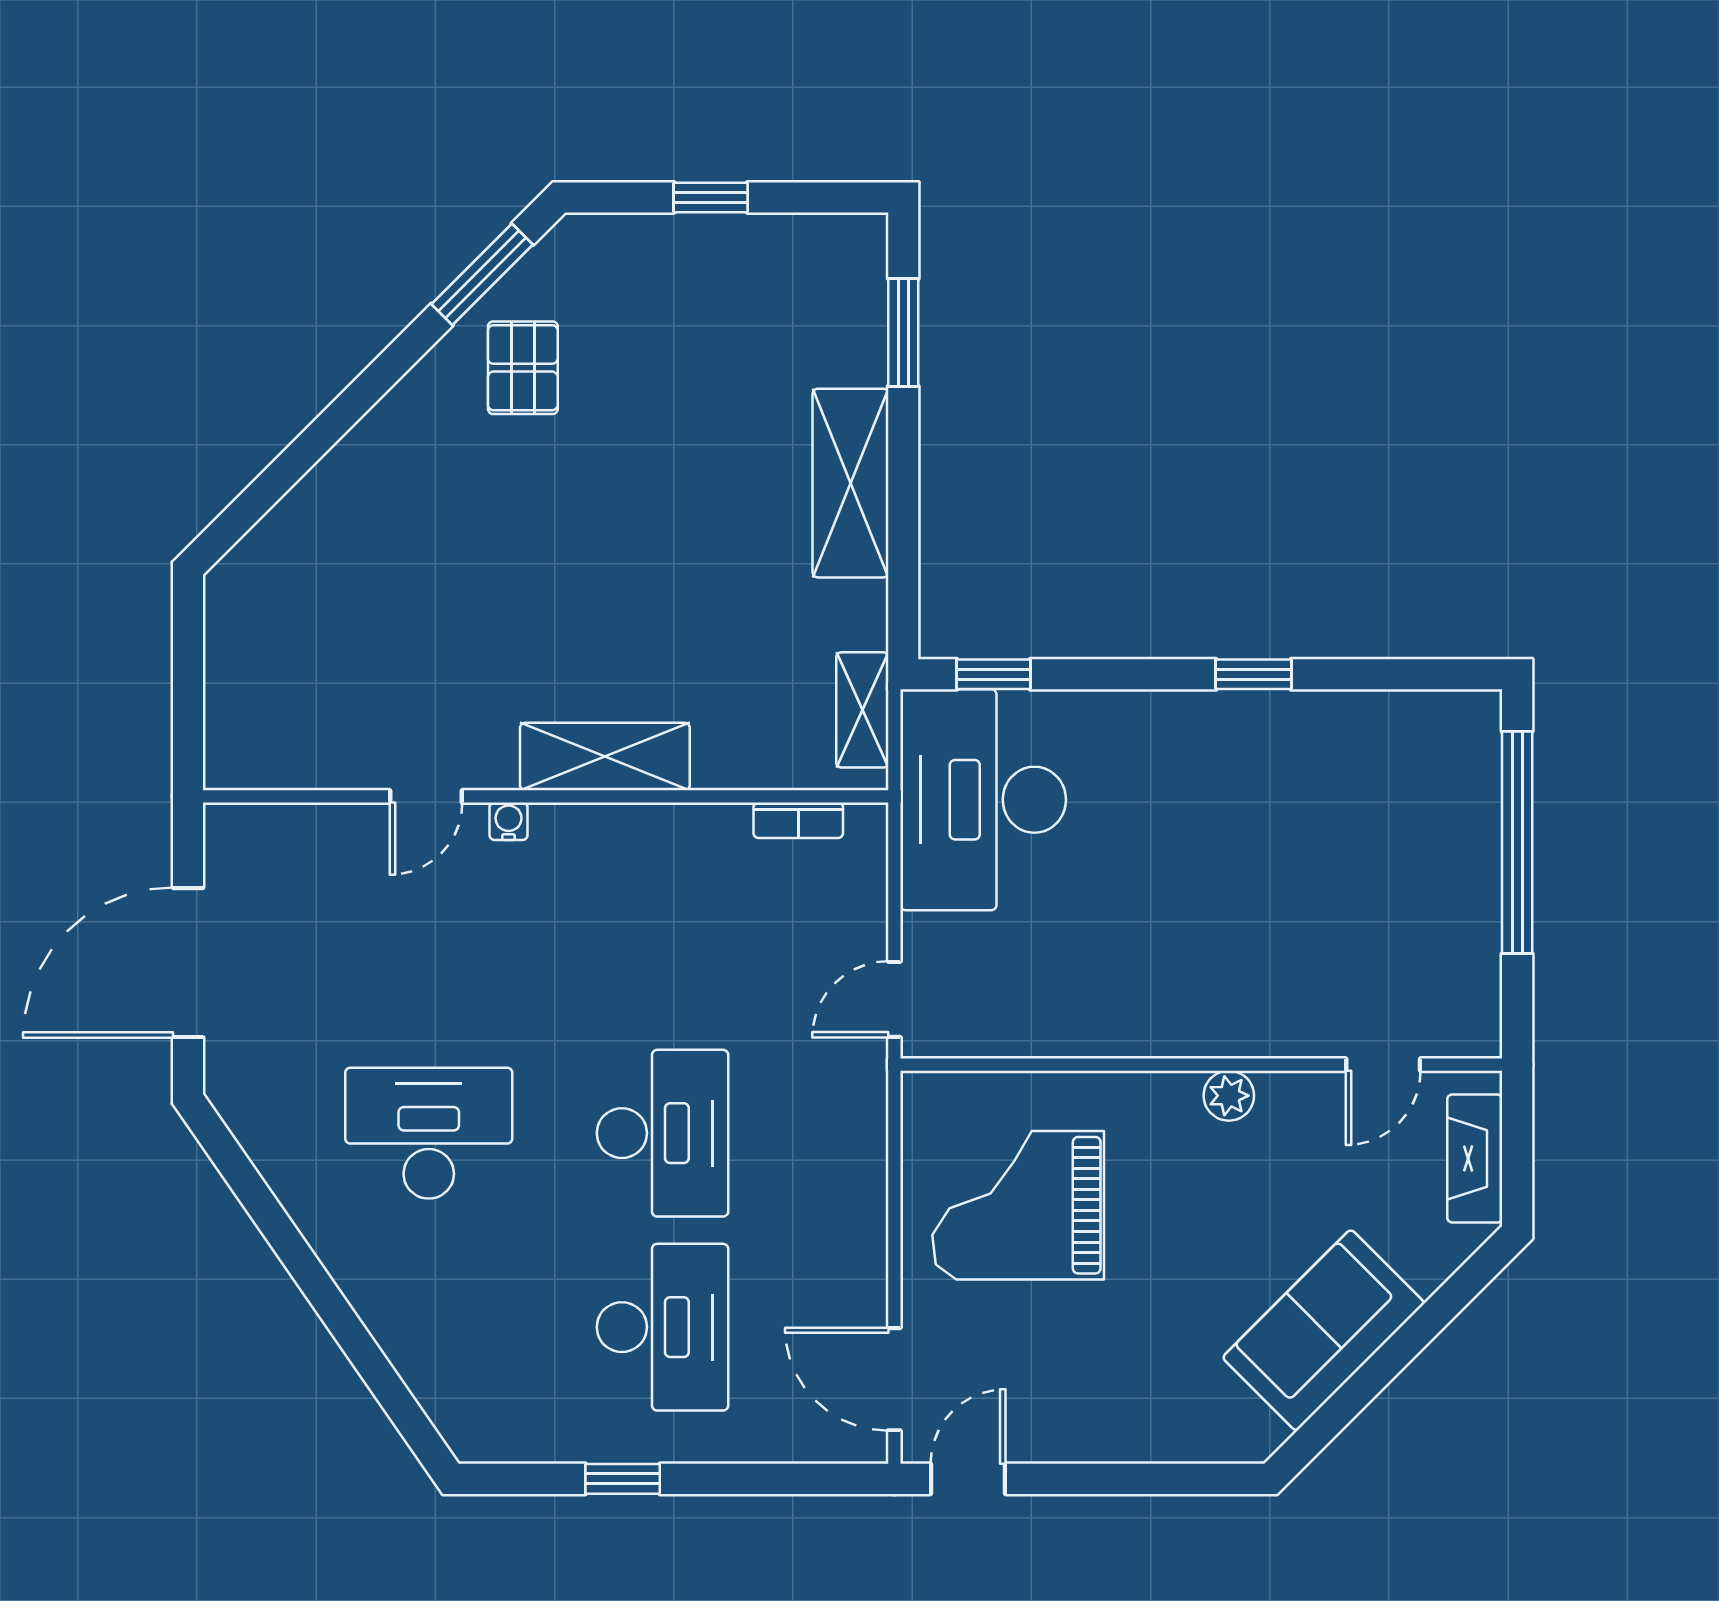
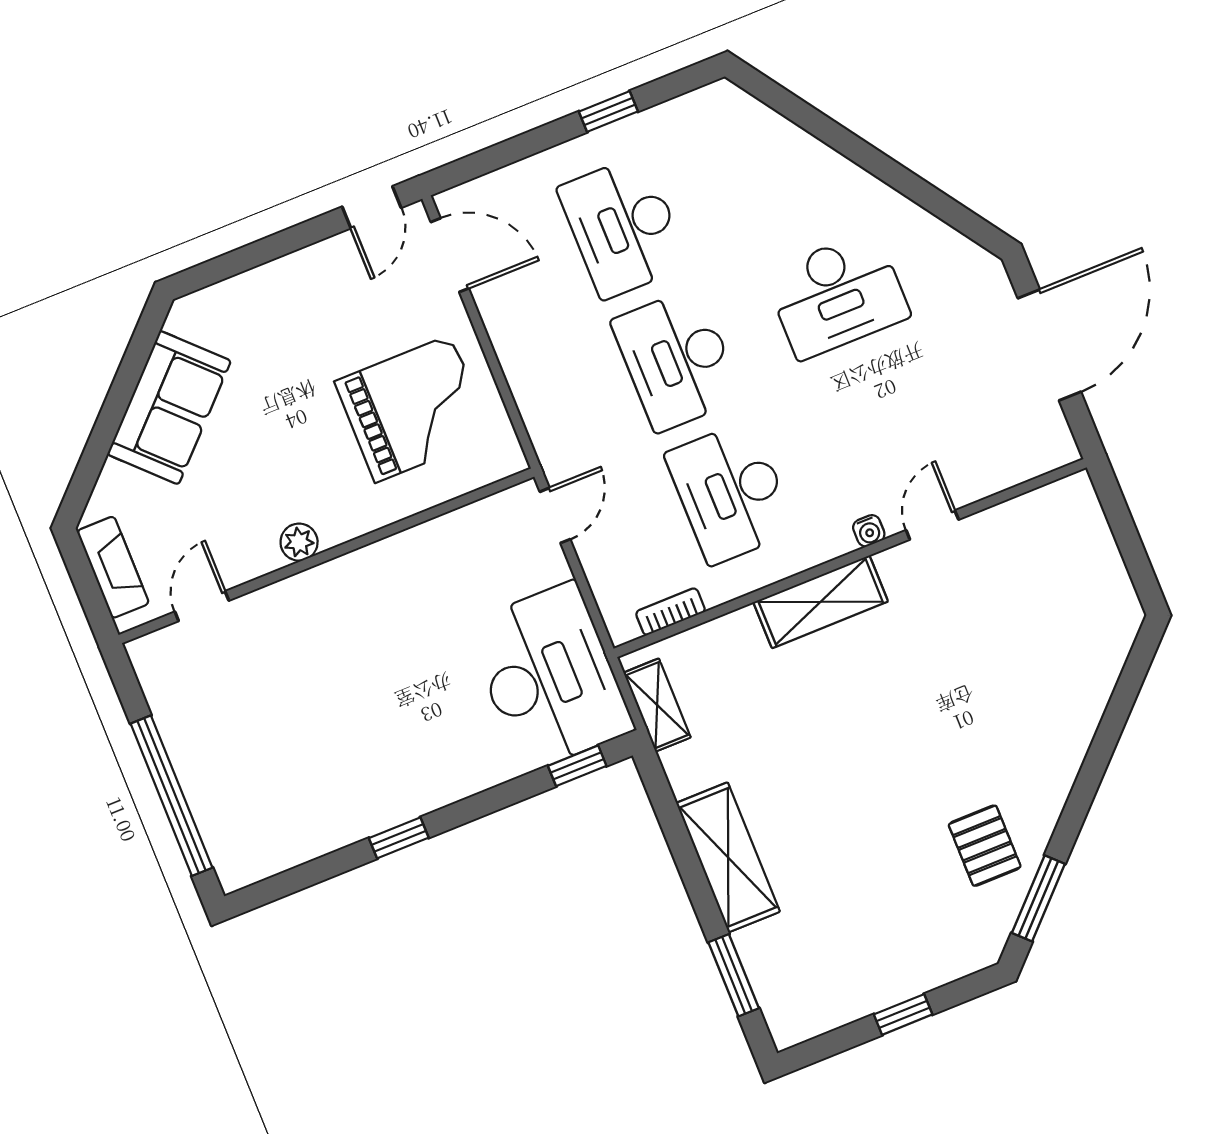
desk: (663, 939) -> (731, 493), added

